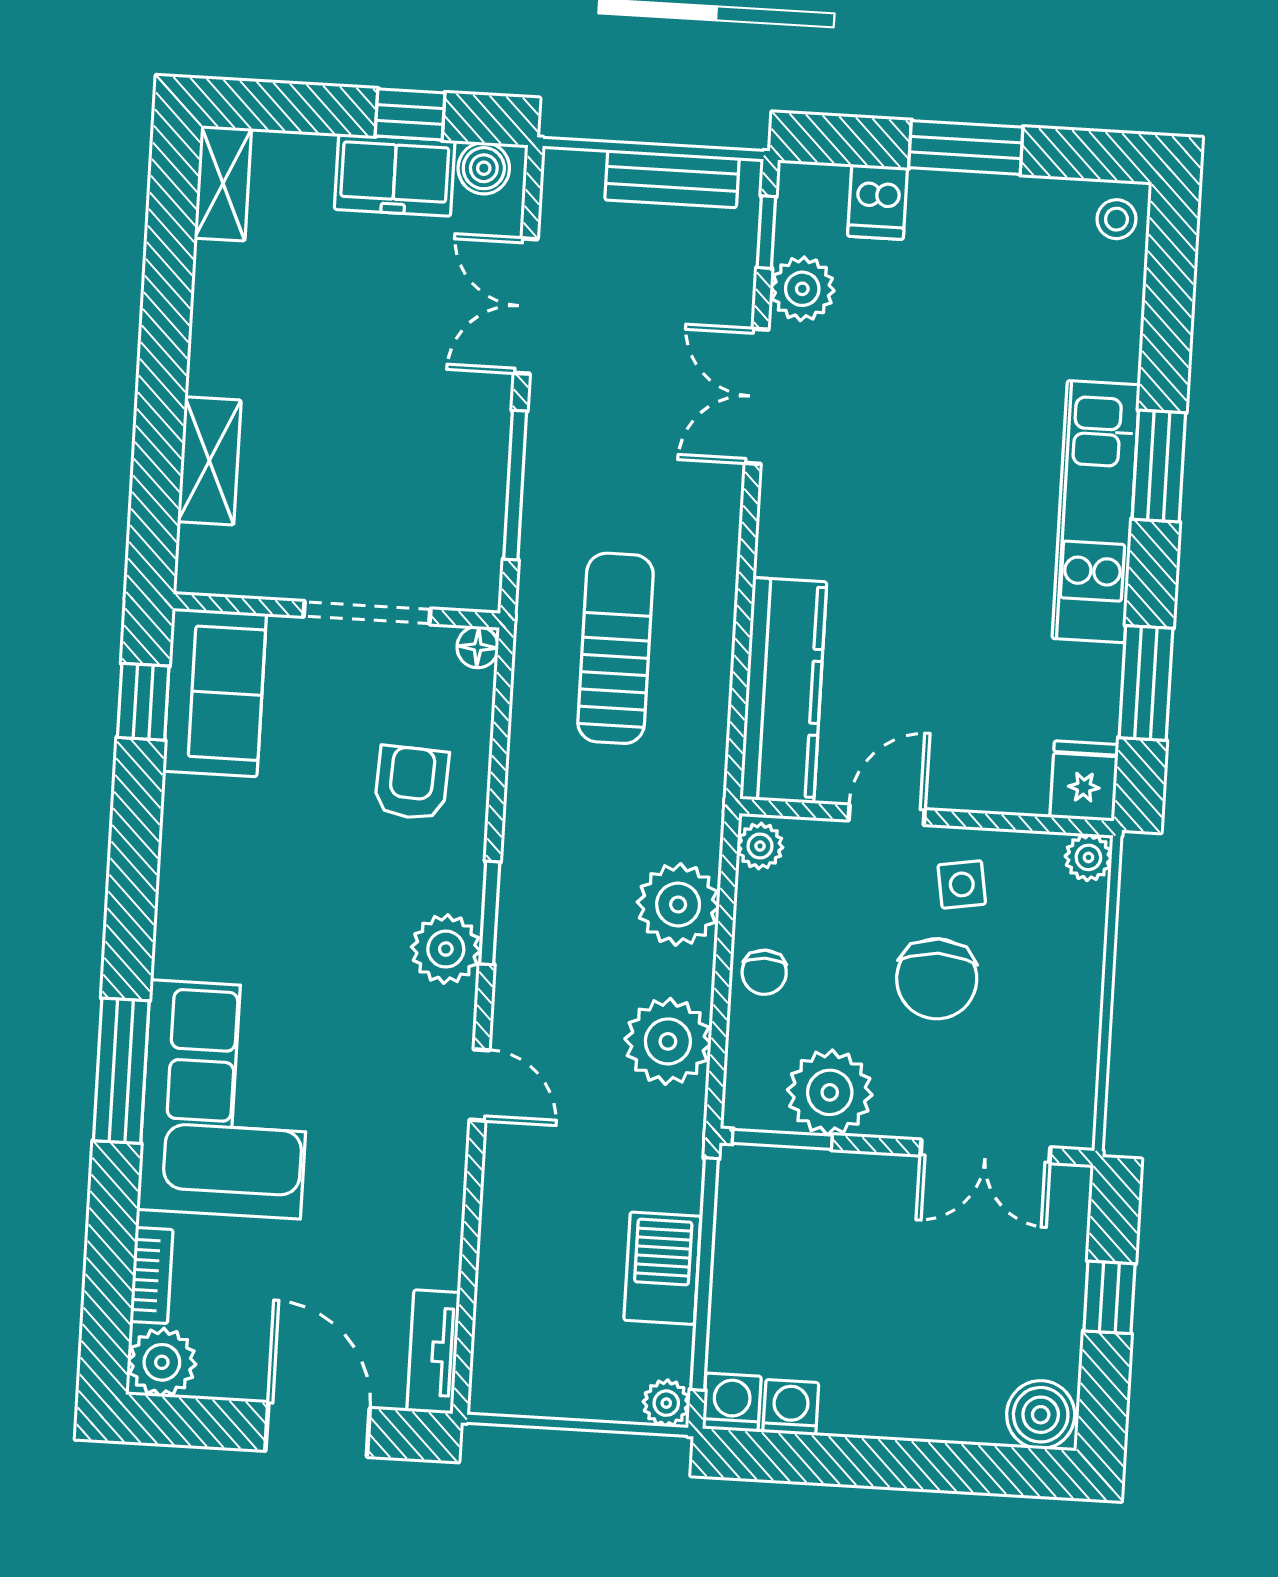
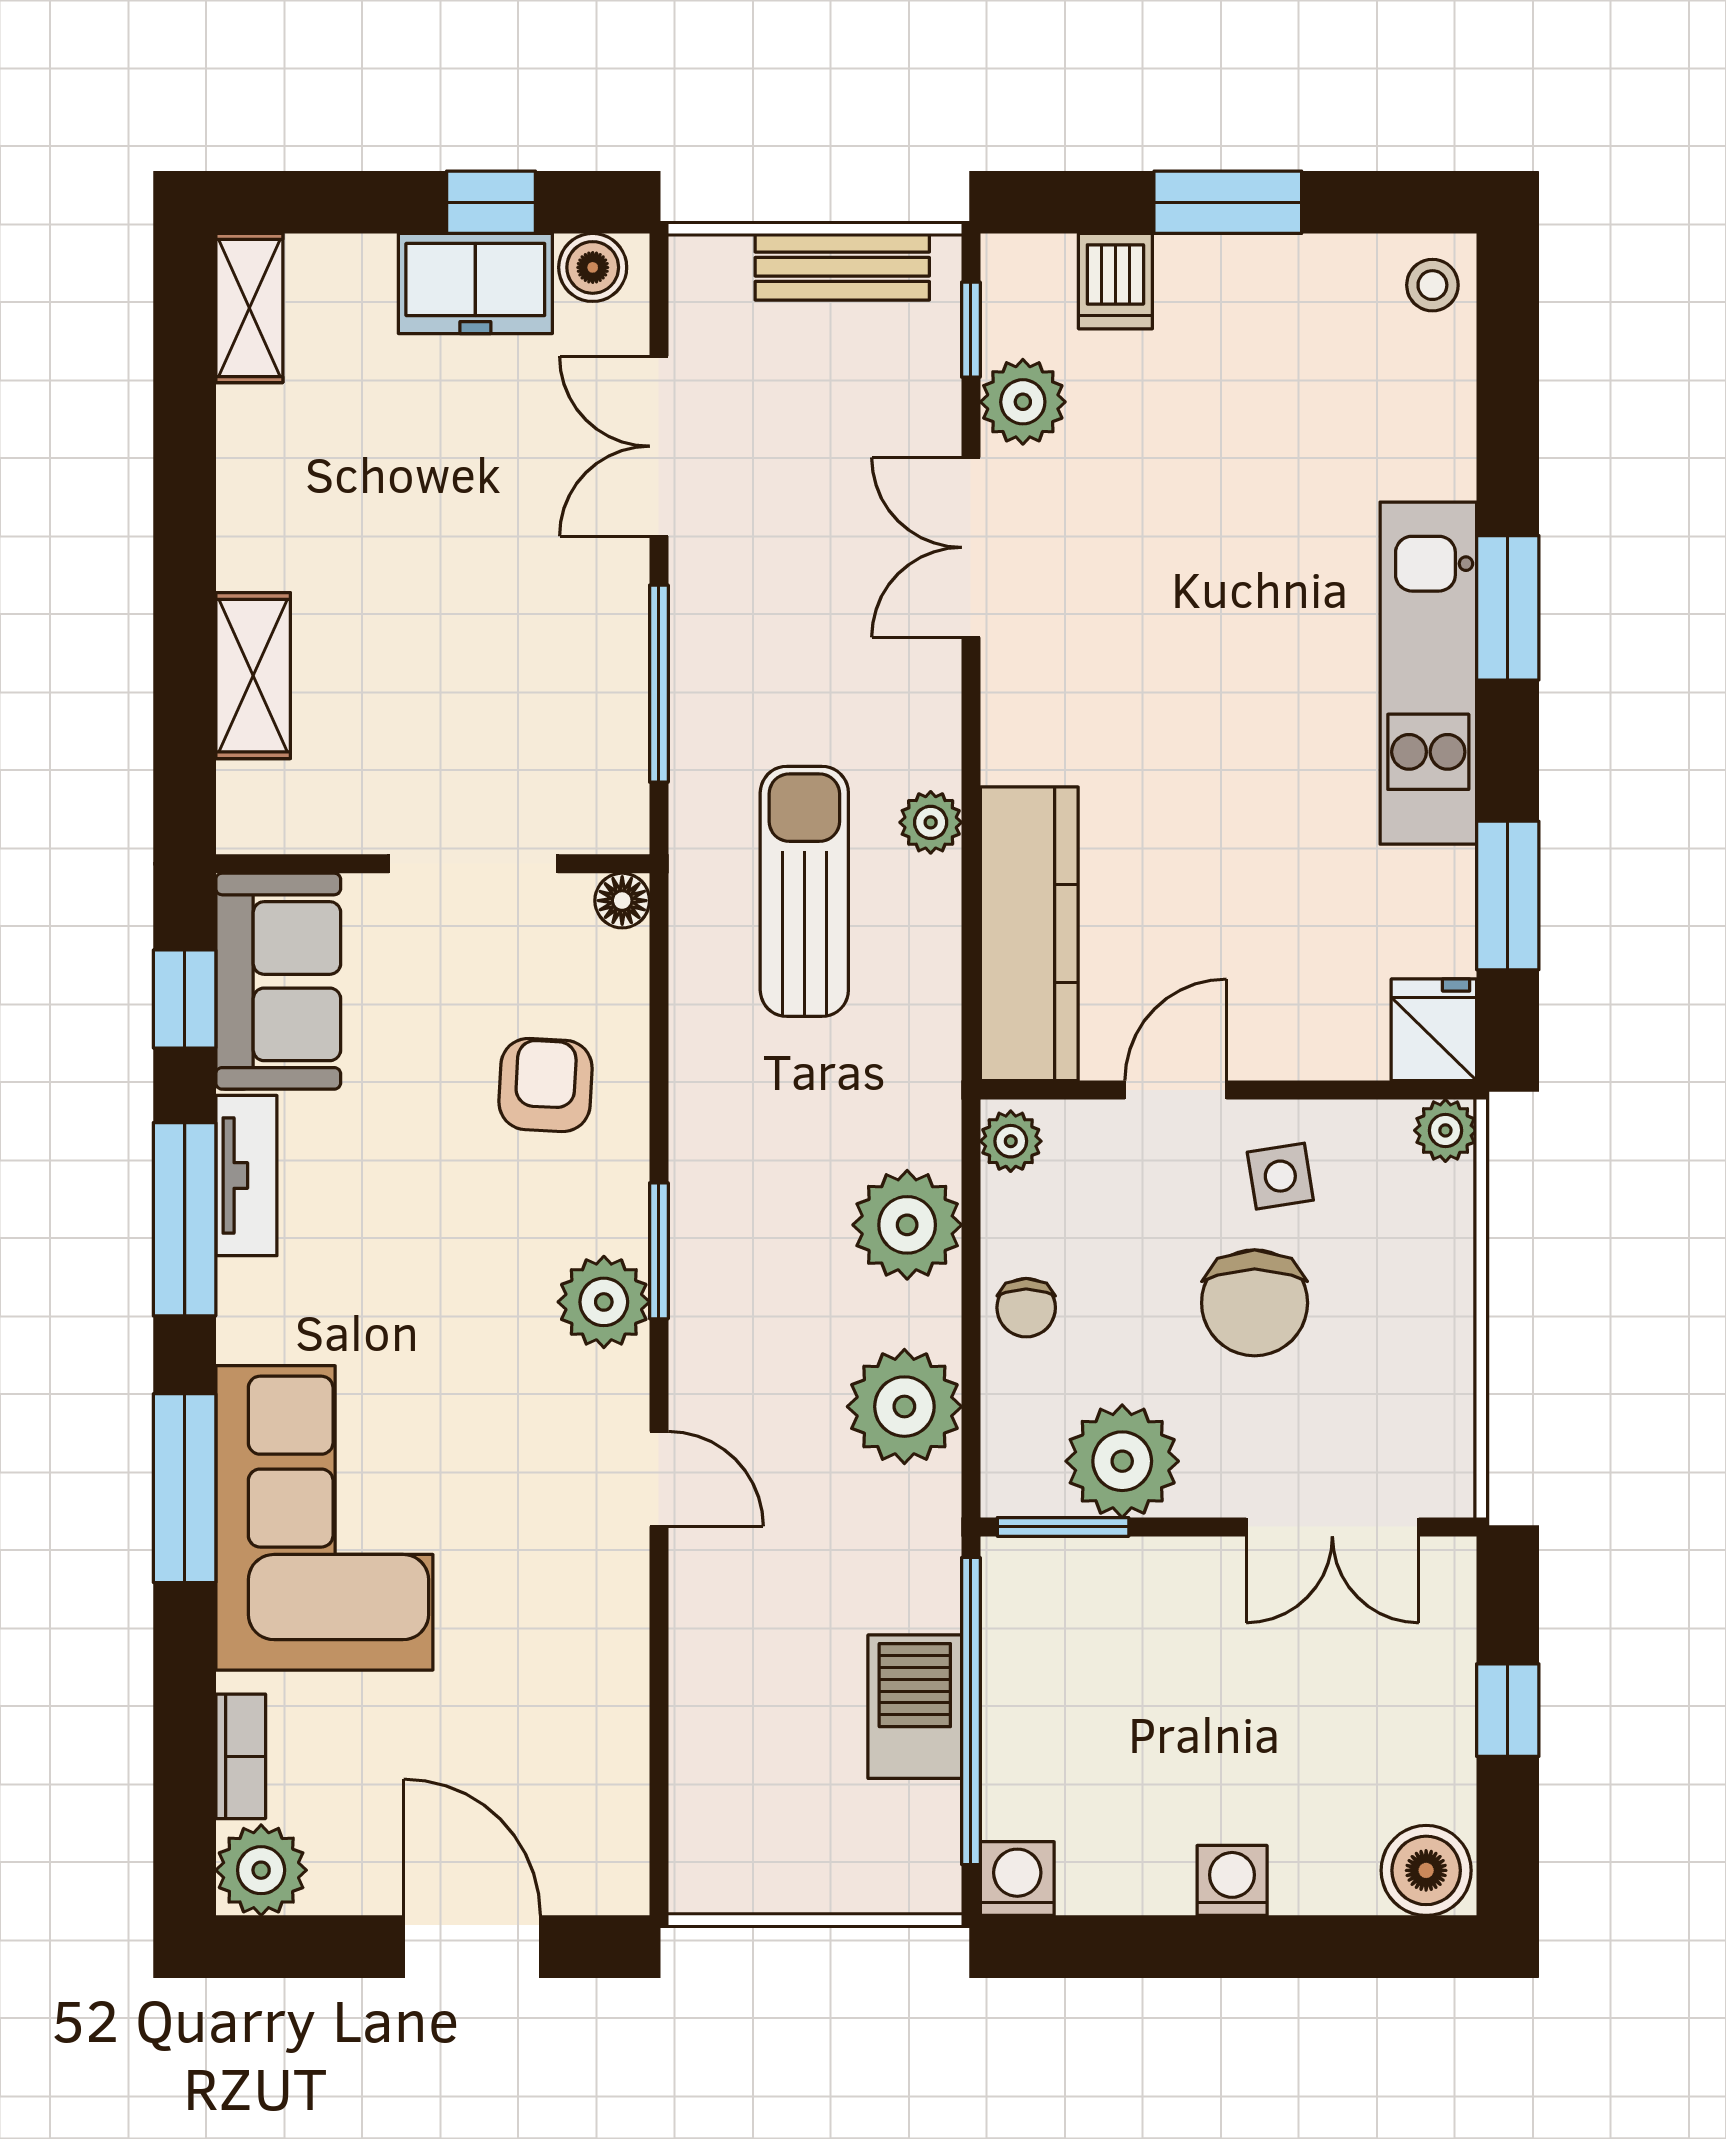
window: (133, 868) -> (185, 1219), added
tv unit: (433, 1352) -> (246, 1176), moved, turned 180
plant: (666, 1403) -> (931, 822), moved
washing machine: (791, 1407) -> (1232, 1880), moved

